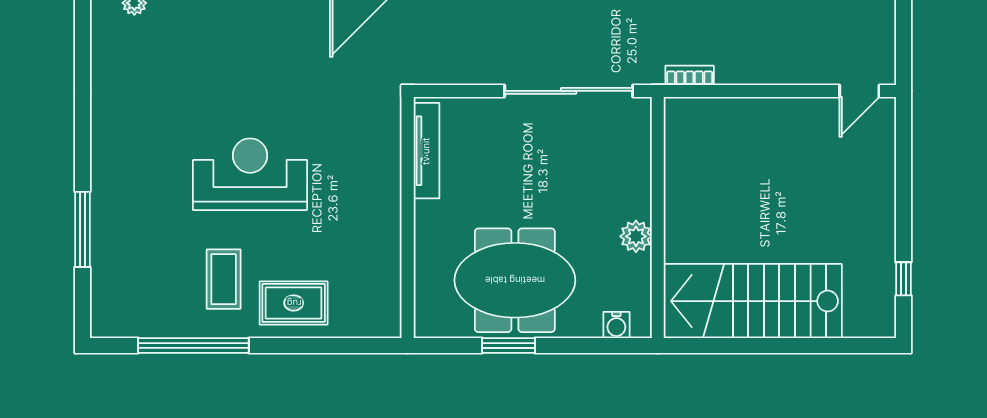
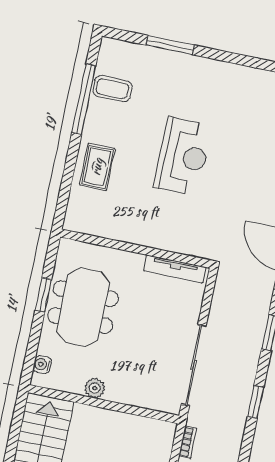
coffee table: (224, 279) -> (112, 89), moved

